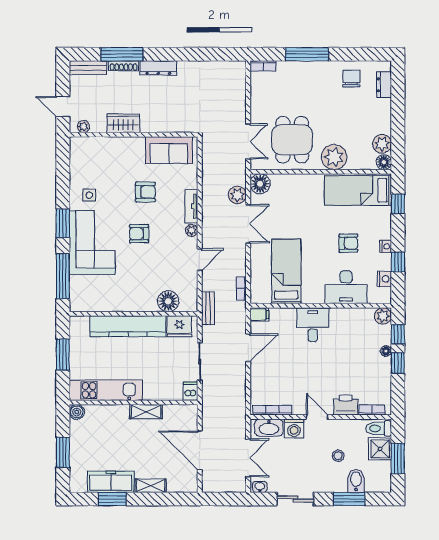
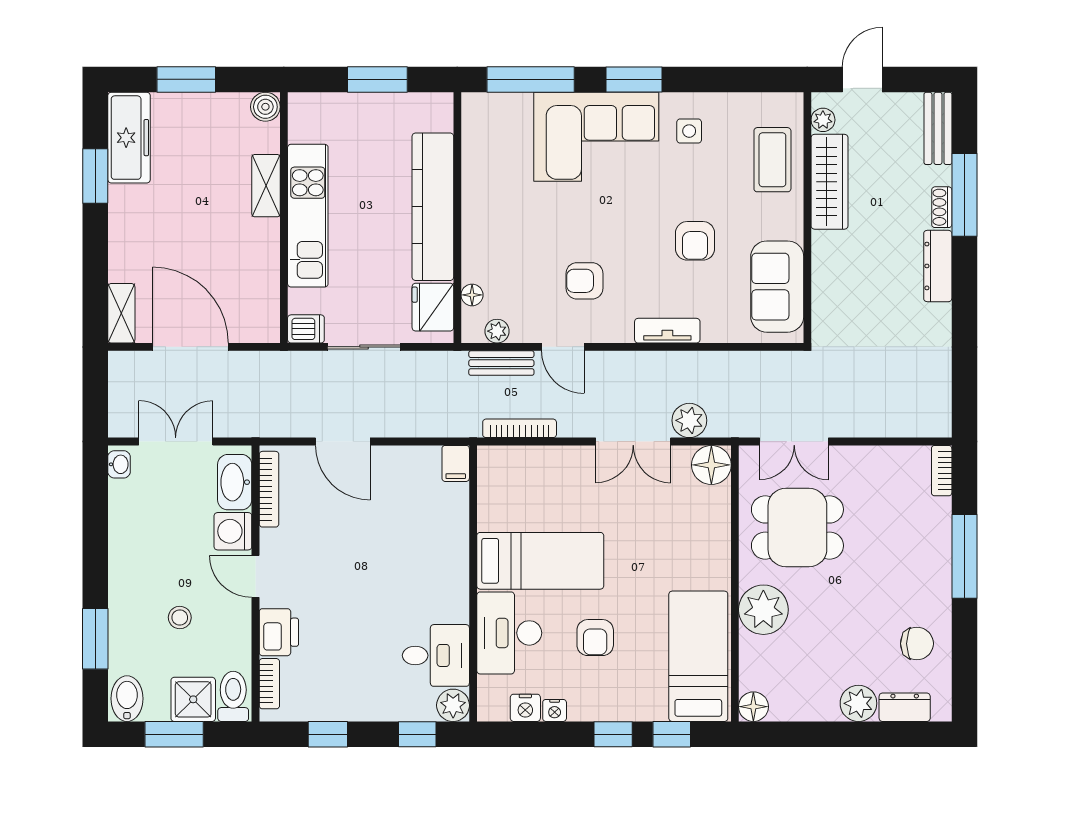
shoe rack: (124, 66) -> (942, 207), width x0.70
wardrobe: (123, 123) -> (830, 182), width x1.50
plant: (382, 144) -> (858, 703), moved
coffee table: (104, 152) -> (772, 160), added
plant: (192, 230) -> (497, 331), moved
armchair: (139, 234) -> (584, 281), moved, turned -90
nightstand: (386, 246) -> (555, 710), moved
window: (398, 262) -> (613, 734), moved
bed: (286, 271) -> (540, 561), moved
bookcase: (241, 289) -> (520, 428), width x1.56
floor lamp: (168, 301) -> (472, 295), width x0.53, depth x0.53
bench: (208, 308) -> (501, 363), moved
desk: (313, 325) -> (436, 655), moved
door: (248, 348) -> (343, 442), moved
floor lamp: (386, 351) -> (384, 711), removed
window: (398, 363) -> (328, 734), moved
kitchen unit: (106, 390) -> (308, 216), moved
shelving: (146, 412) -> (266, 186), moved
door: (317, 417) -> (255, 576), swing flipped
door: (200, 450) -> (190, 347), hinge flipped
double door: (248, 458) -> (176, 442), swing flipped
bidet: (356, 481) -> (127, 699), moved, turned -90
freezer: (111, 482) -> (129, 138), moved
shelving: (151, 486) -> (121, 313), moved
sliding door: (295, 499) -> (95, 534), removed

